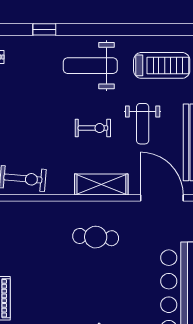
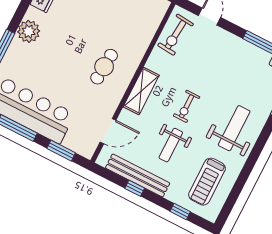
weight bench: (143, 124) -> (171, 145), turned -90
door: (162, 198) -> (108, 131), width x0.73

